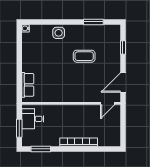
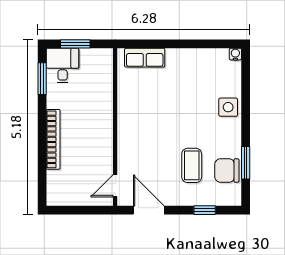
chair: (98, 34) -> (227, 171), added
coffee table: (84, 56) -> (192, 165), moved
door: (108, 103) -> (115, 186), hinge flipped
desk: (33, 119) -> (63, 66), moved

